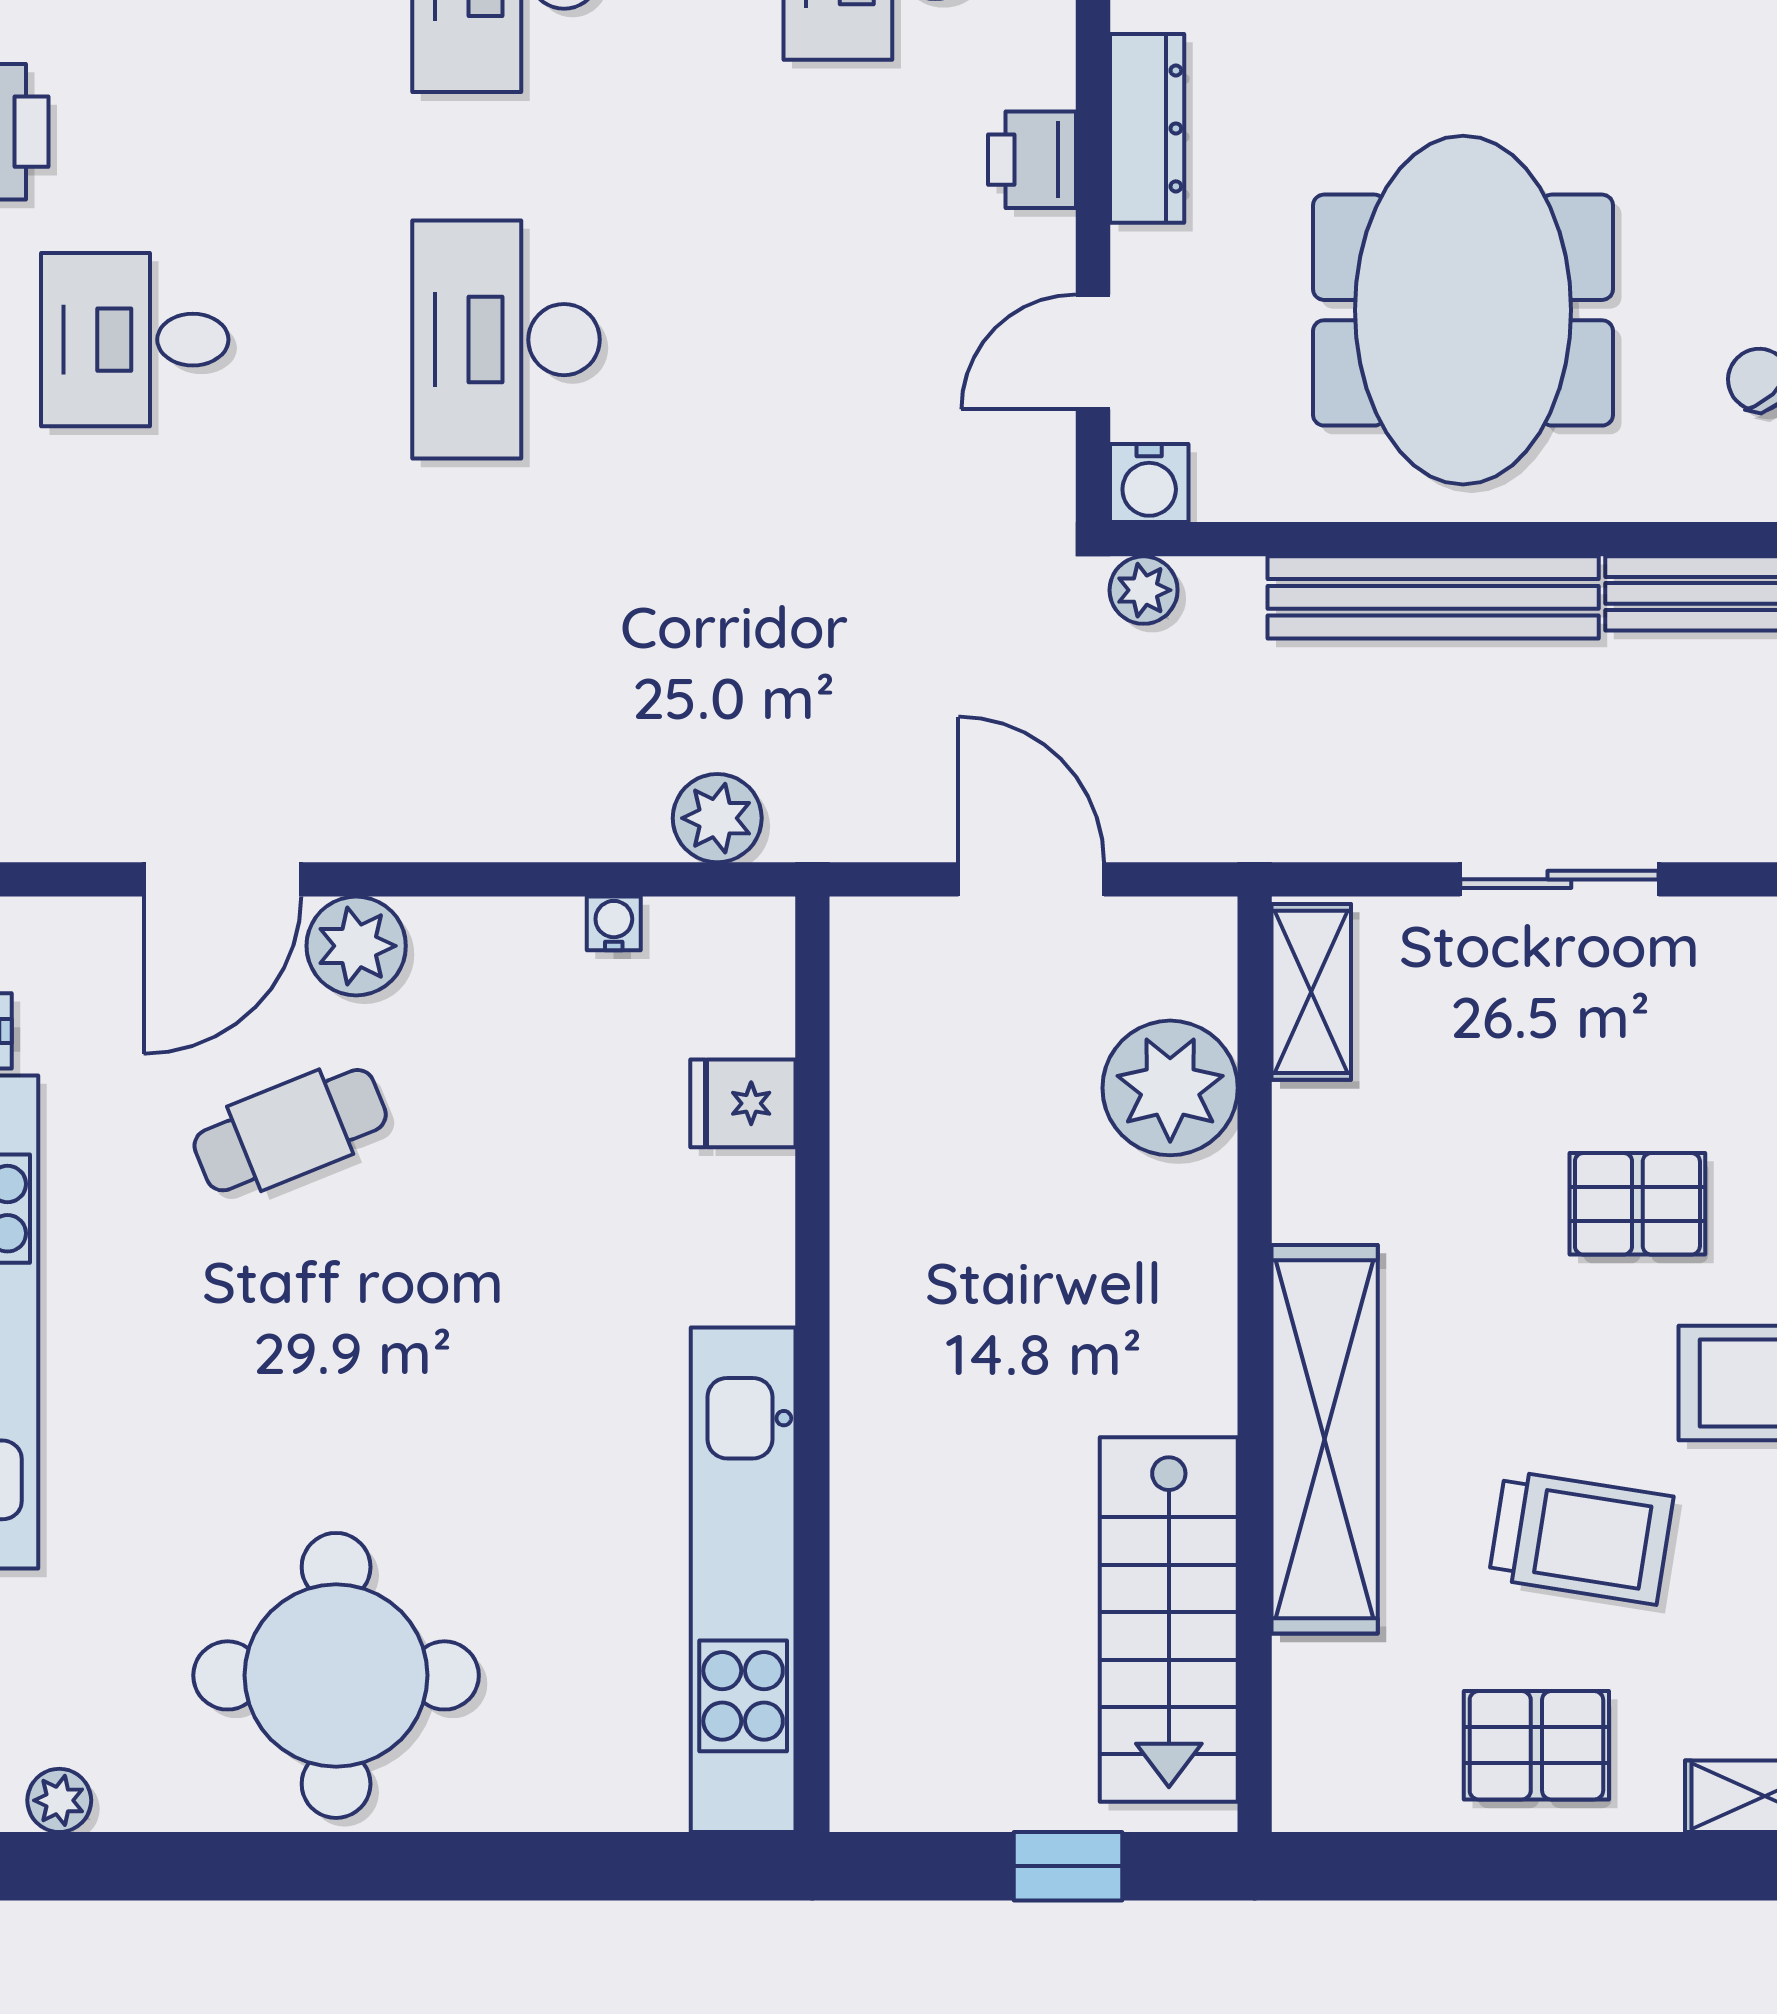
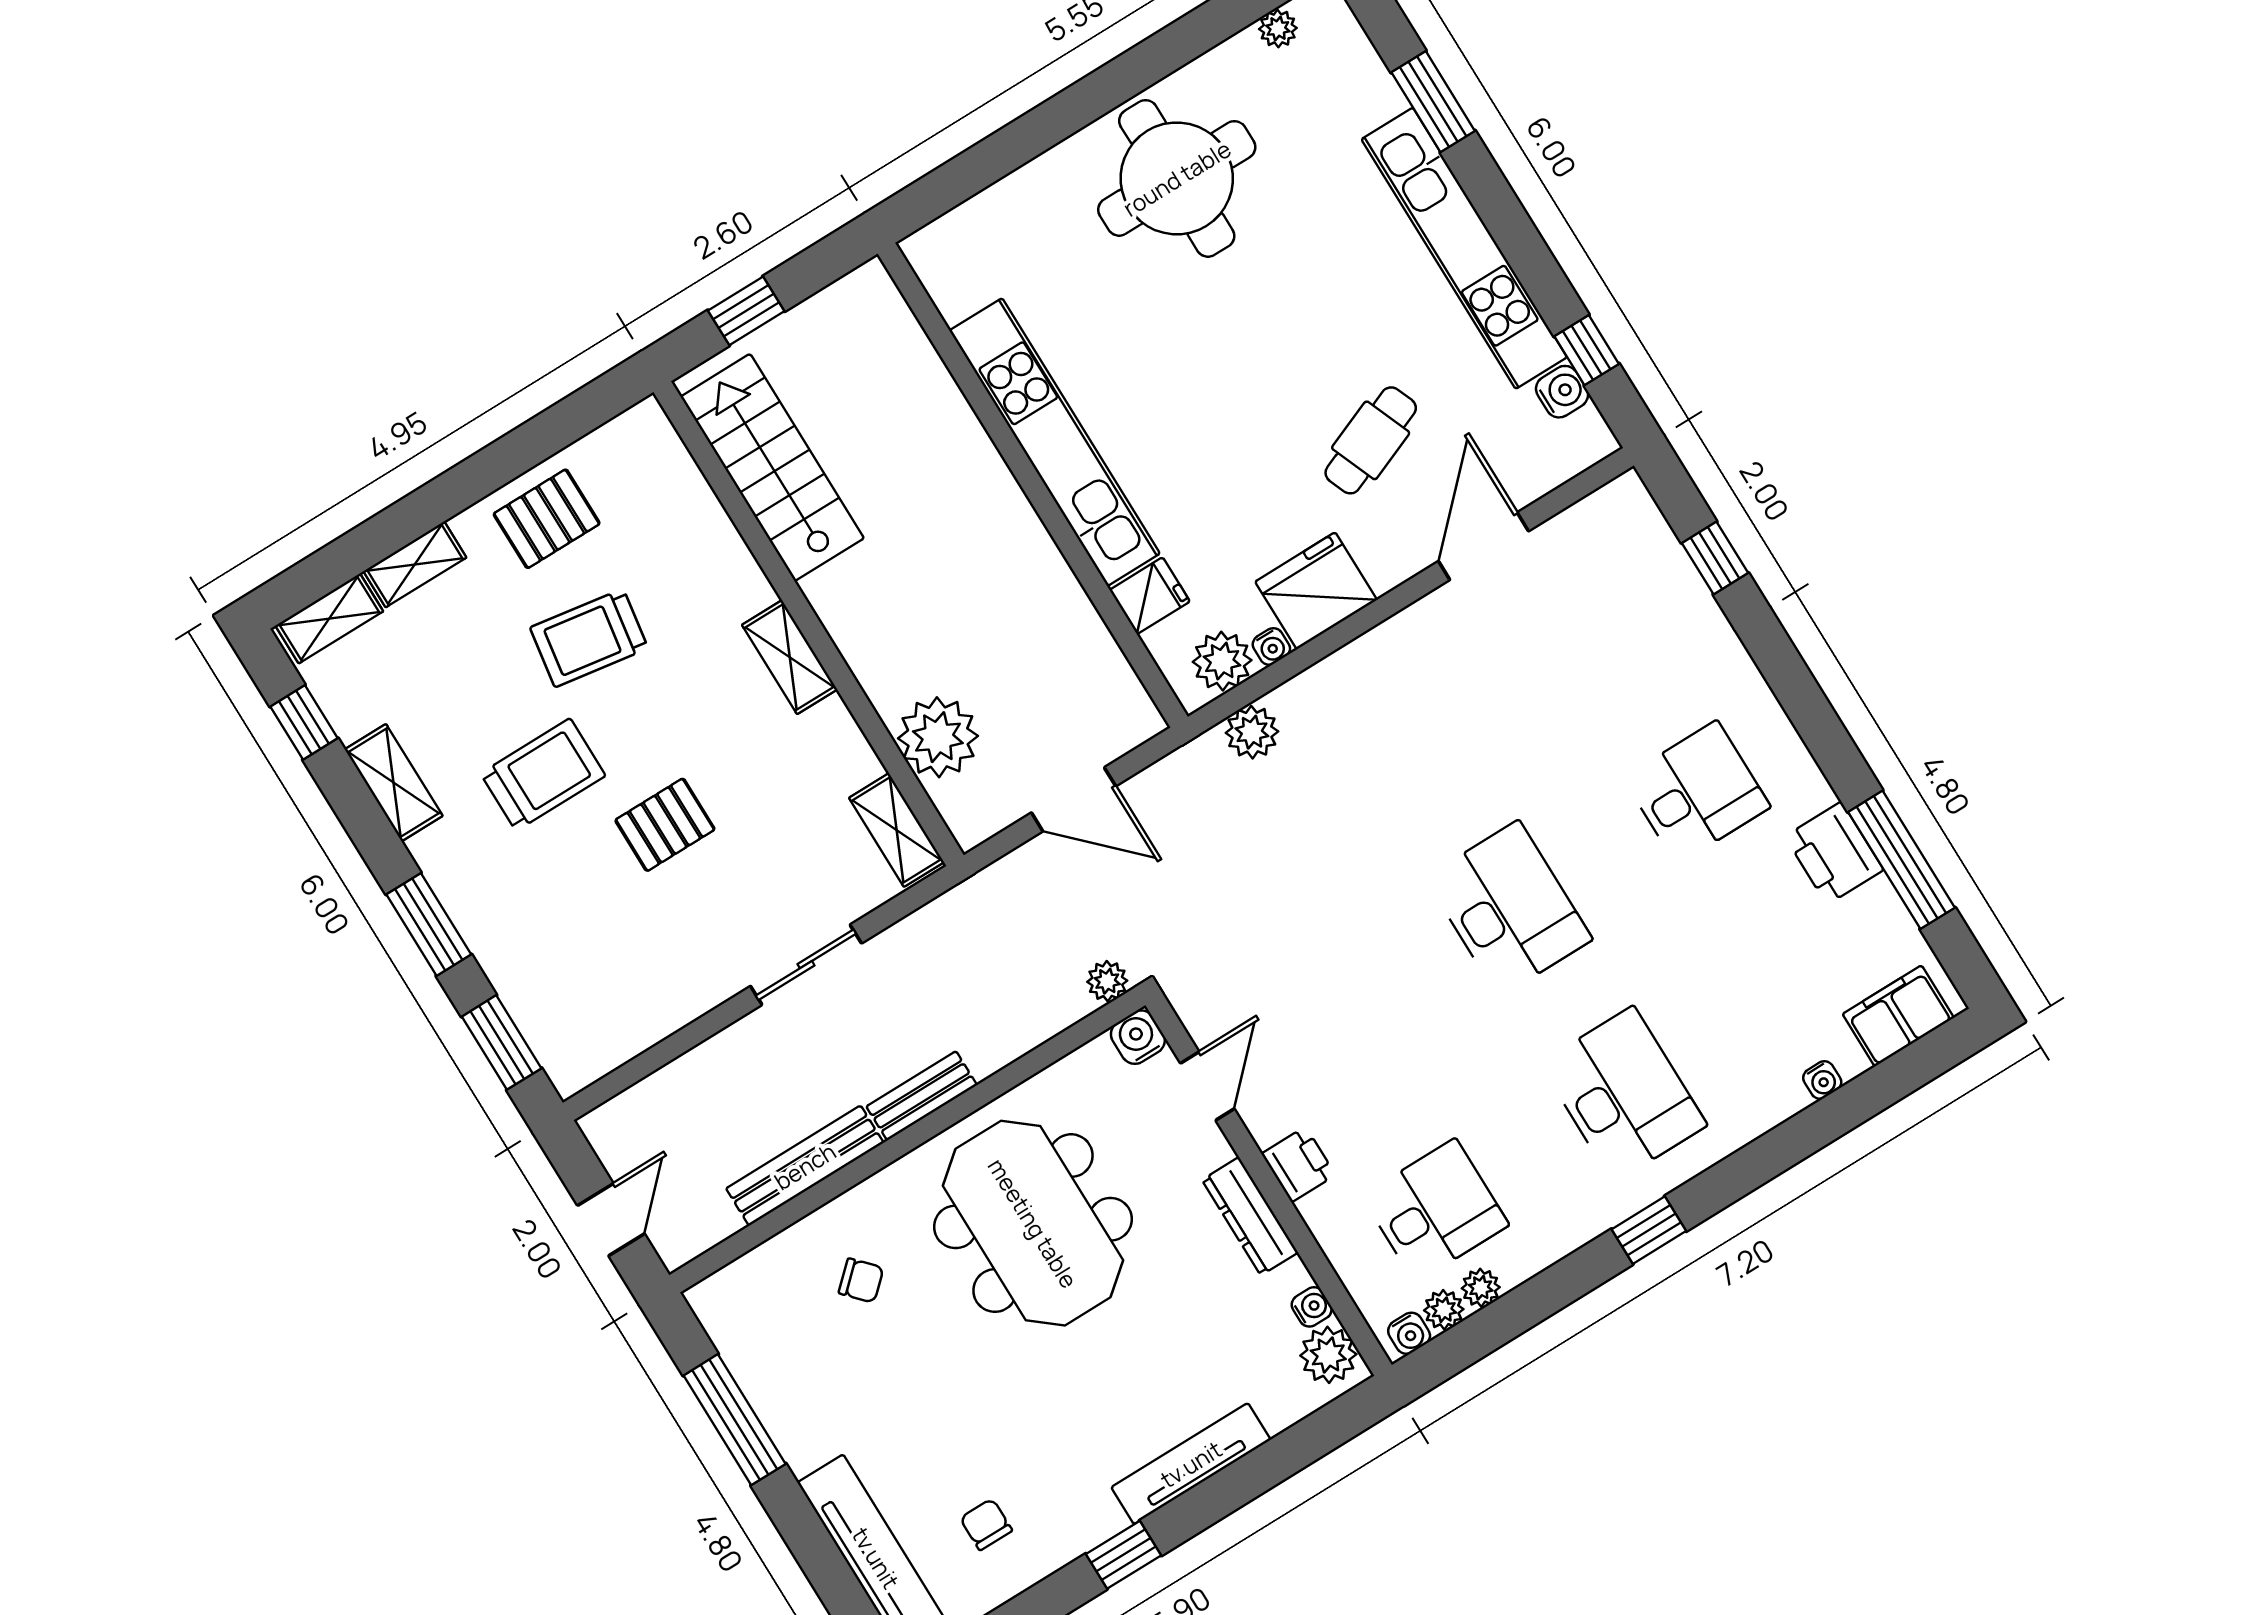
bench: (1433, 597) -> (922, 1096), width x0.54, depth x0.82
plant: (356, 946) -> (1222, 661), moved
fridge: (501, 964) -> (1316, 591), added
shelving: (1325, 1439) -> (790, 657), width x0.45, depth x0.75
kitchen unit: (743, 1580) -> (1055, 442), moved

